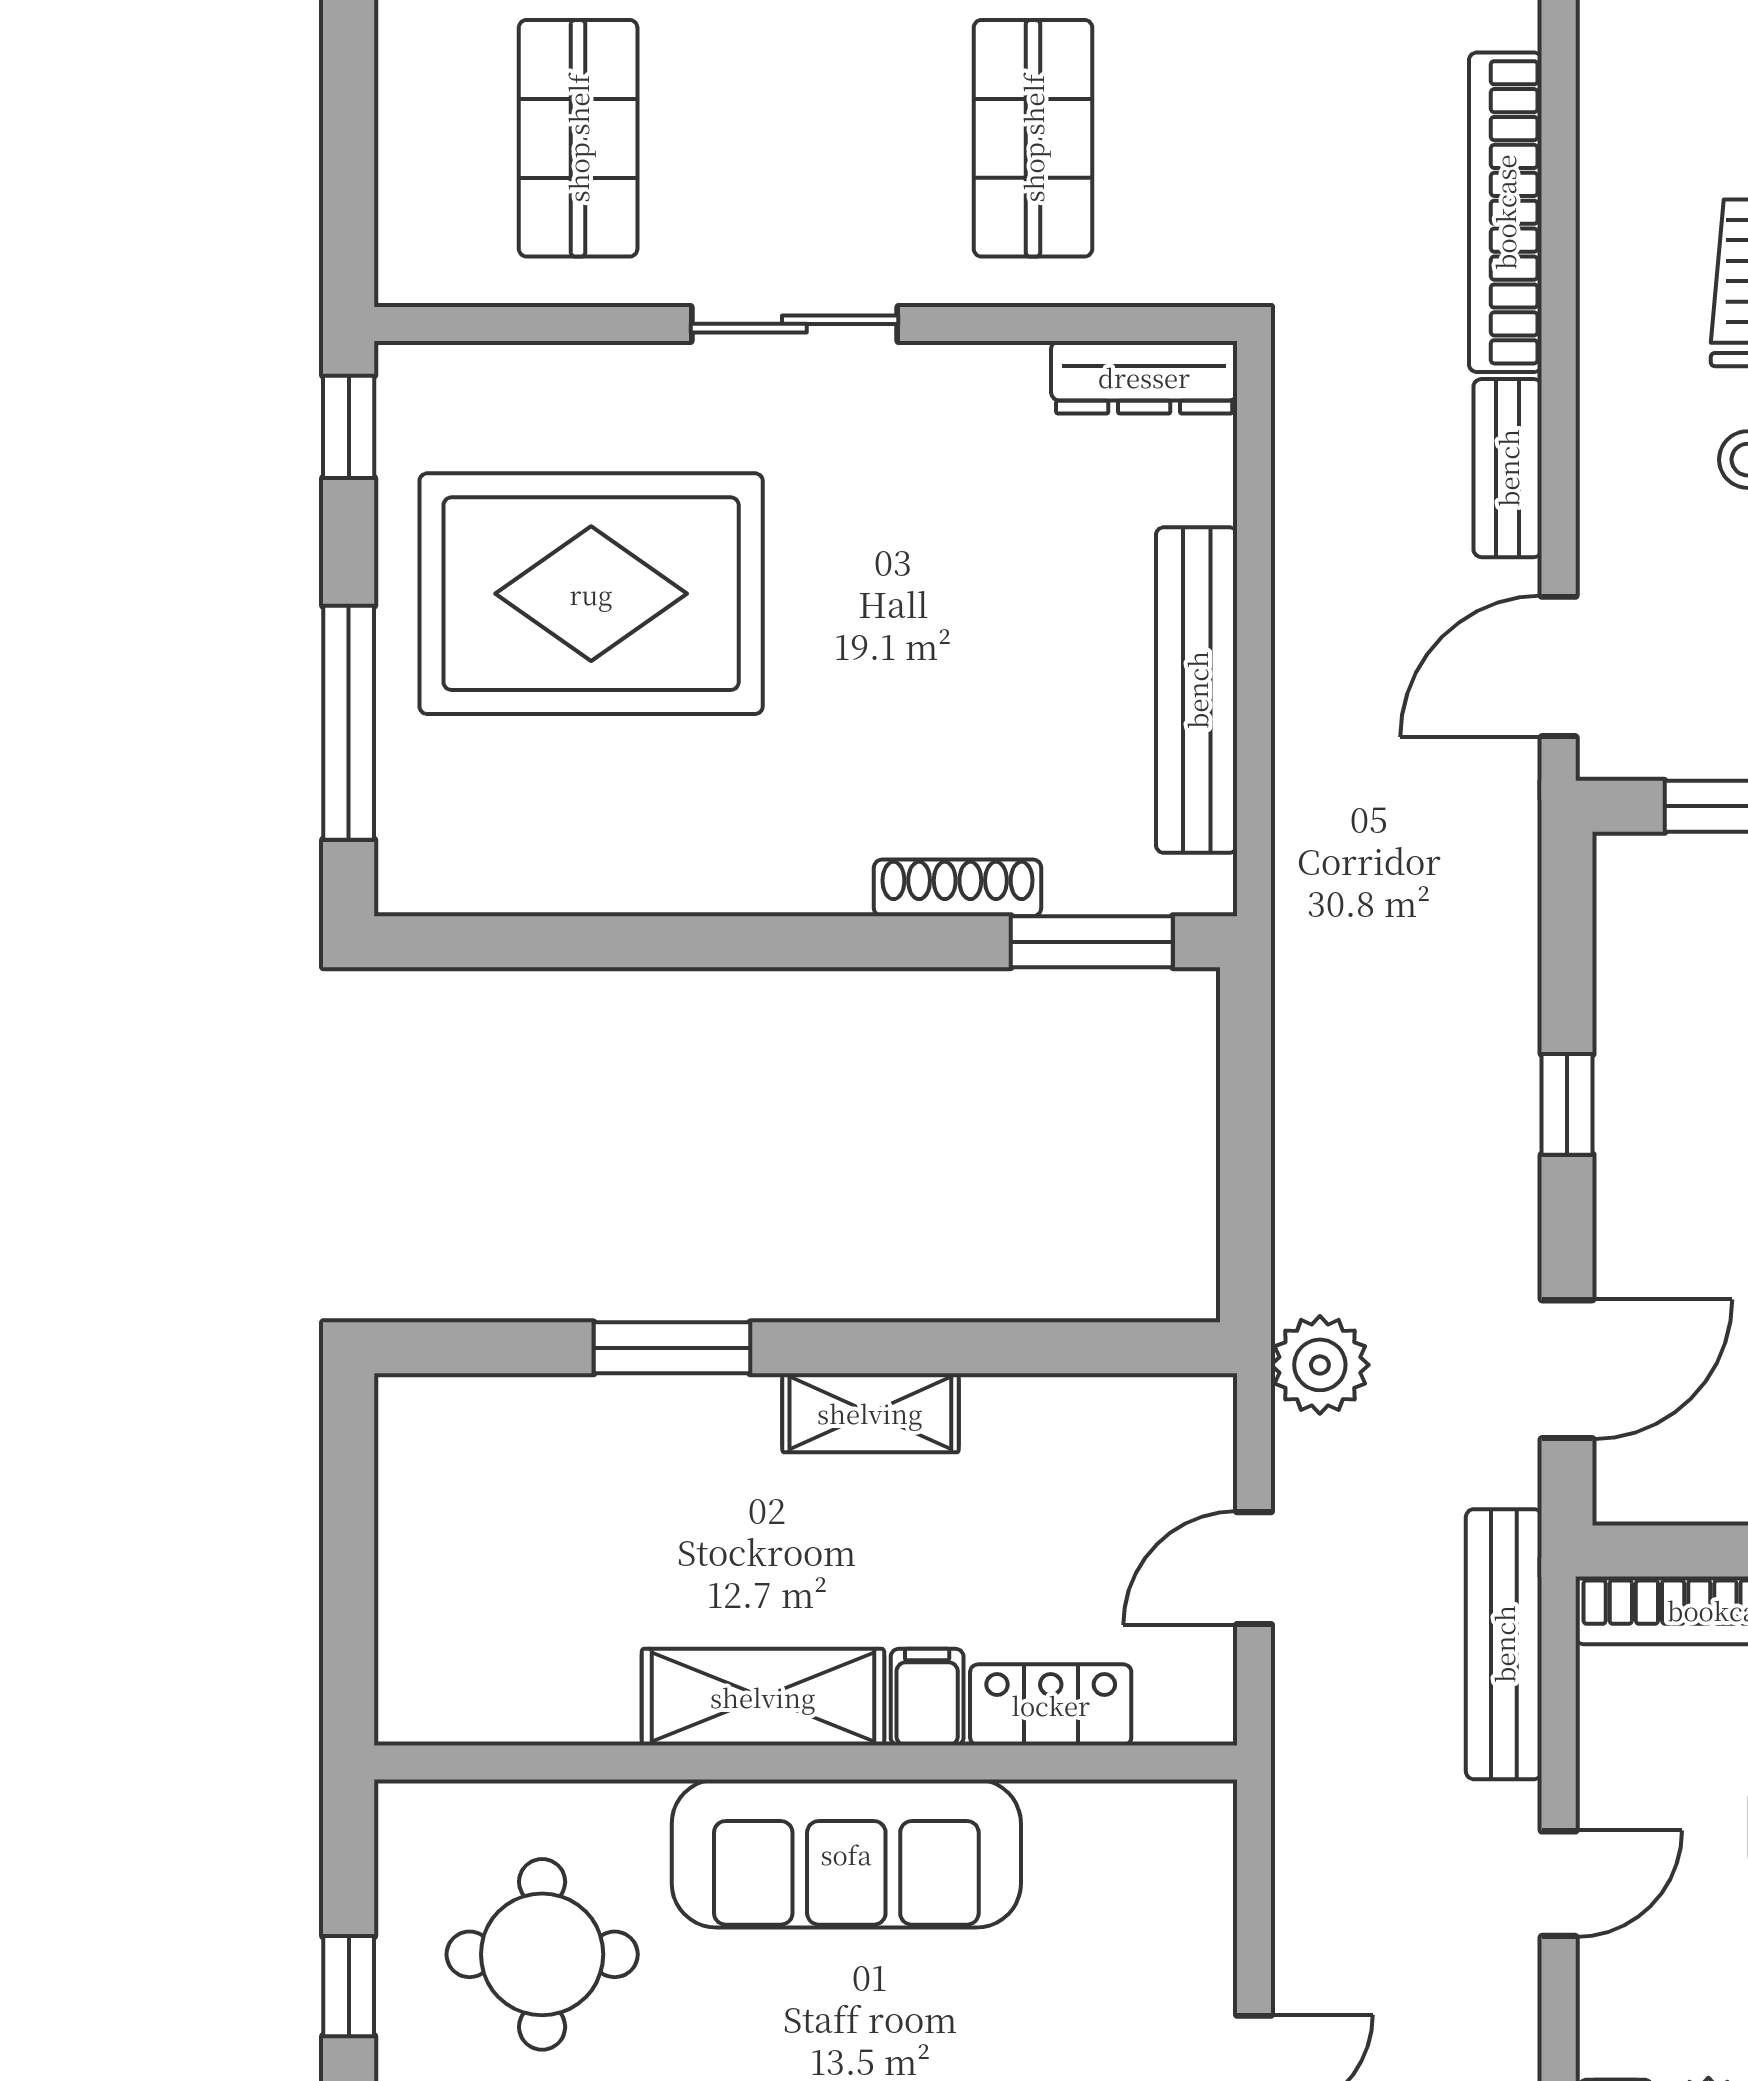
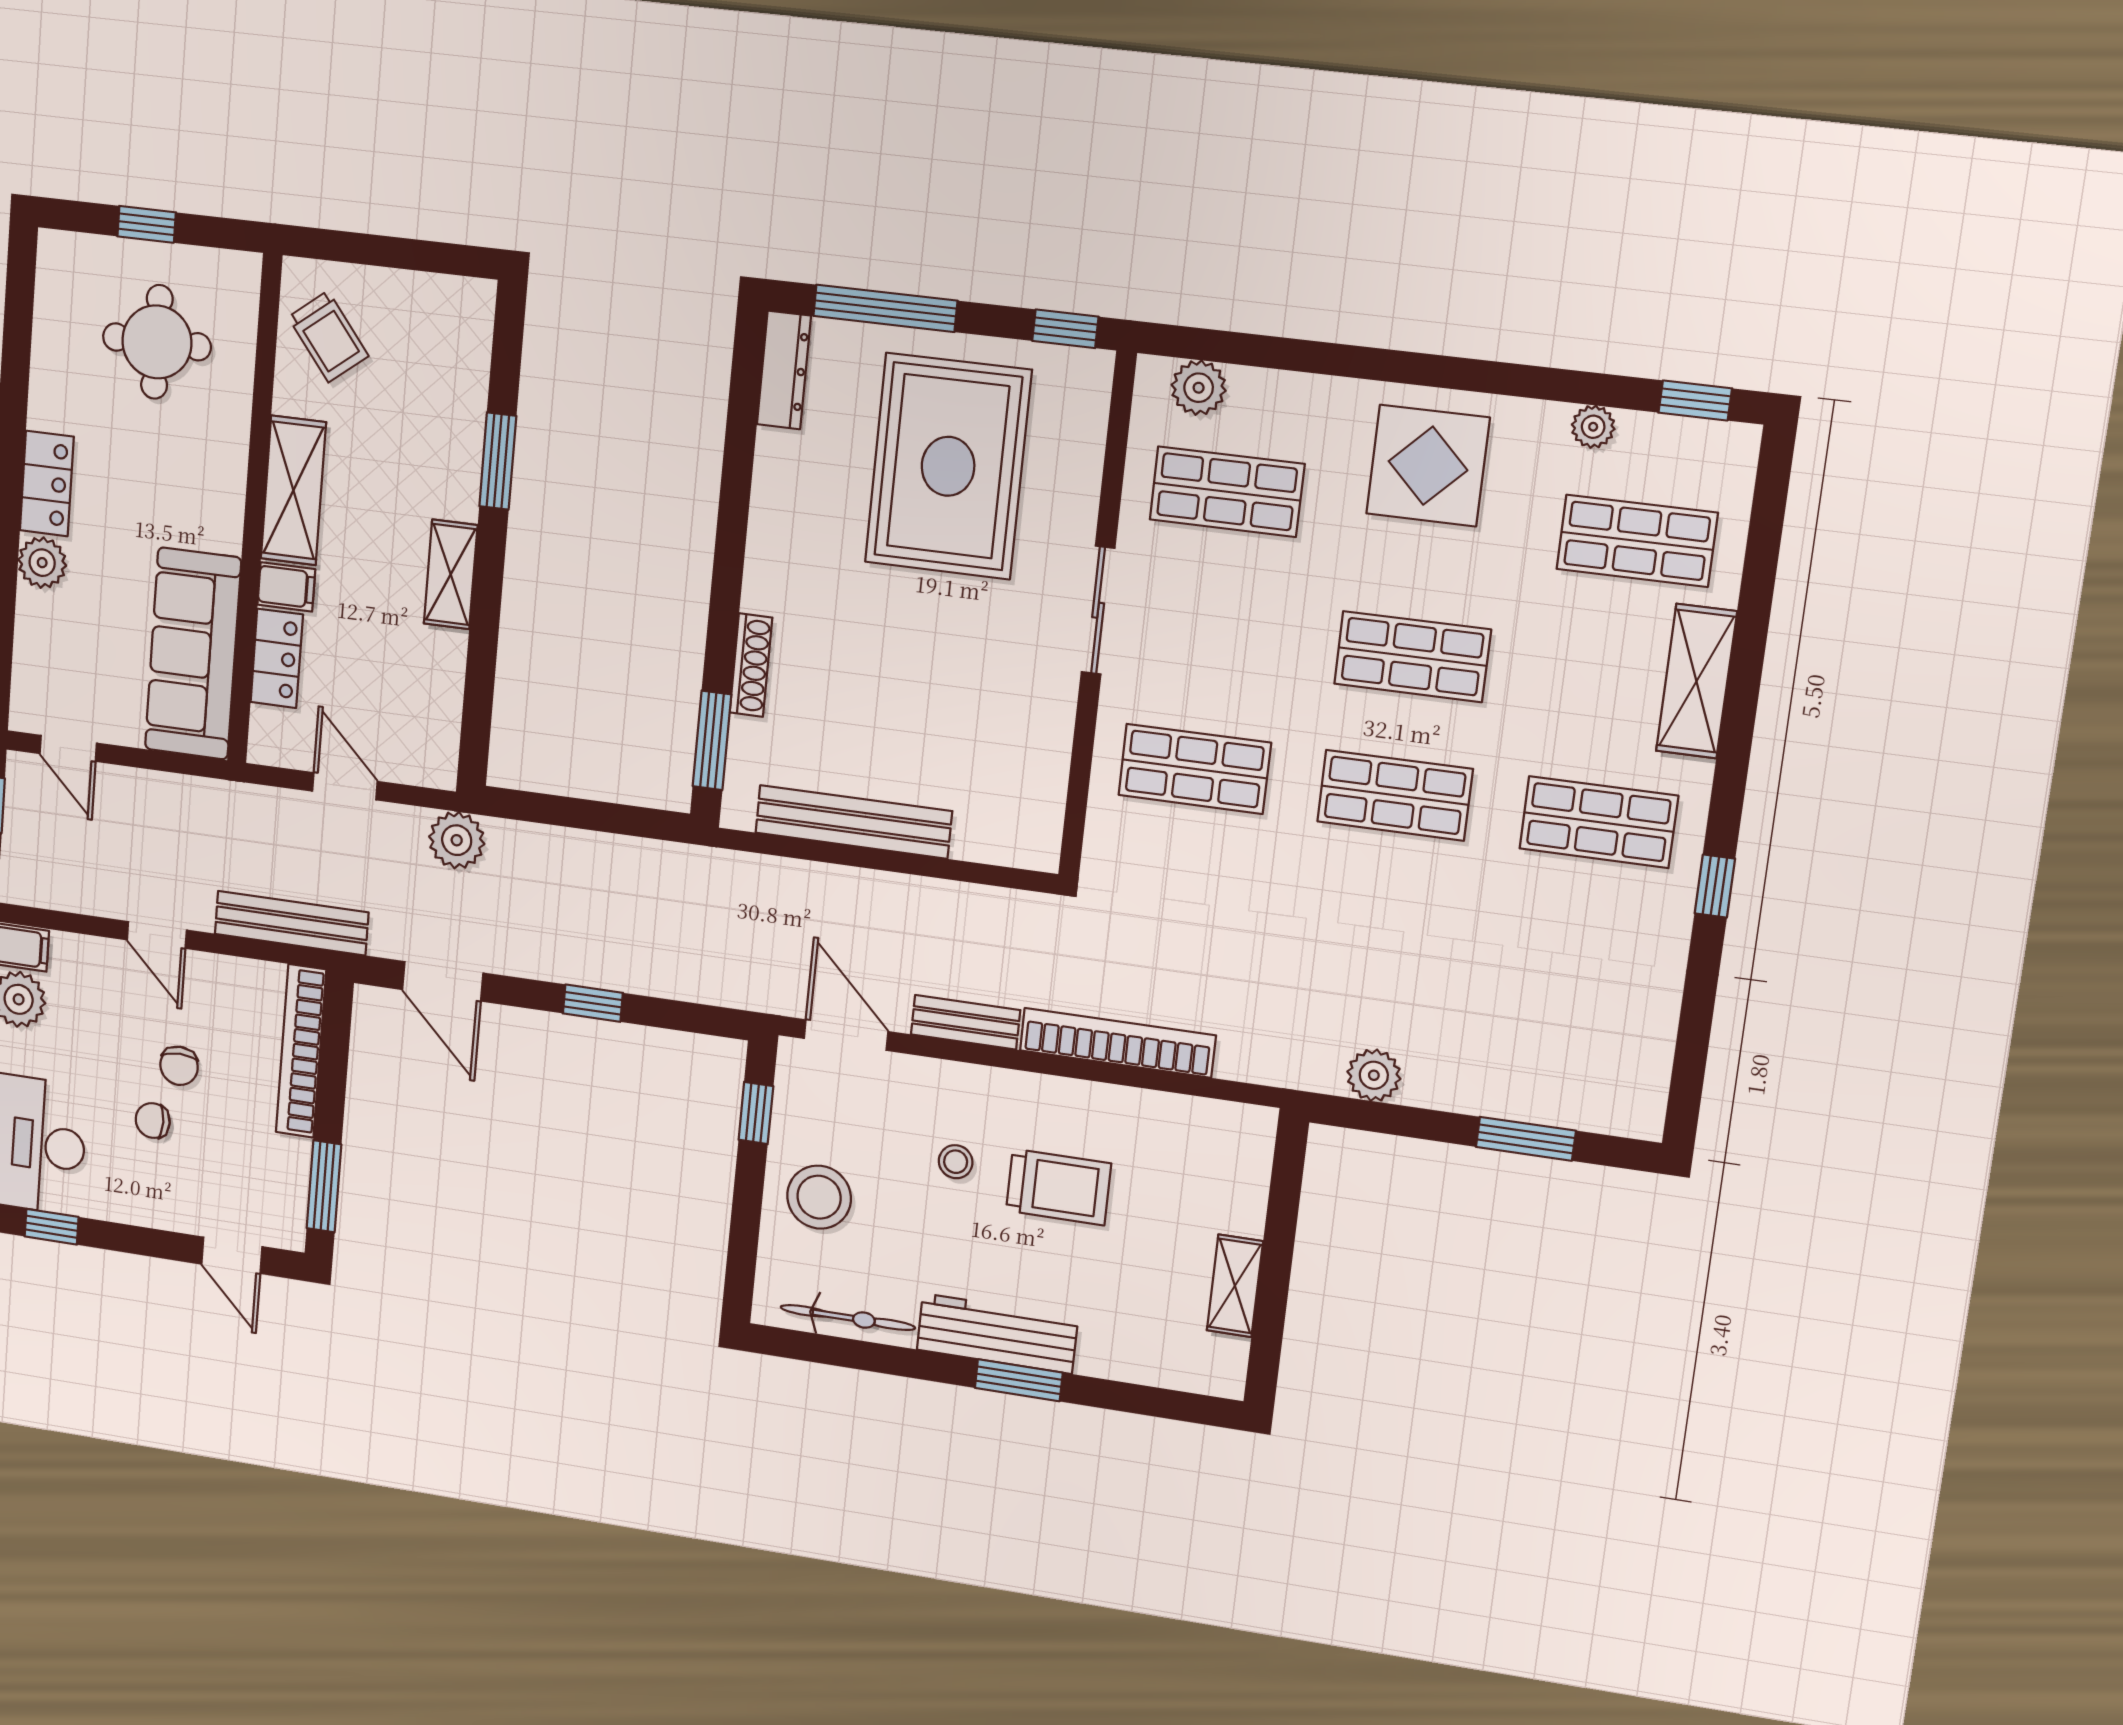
plant: (418, 203) -> (1199, 388), added
dresser: (1144, 377) -> (784, 370), moved, turned 180
trolley: (500, 1656) -> (328, 337), added
sofa: (846, 1854) -> (193, 654), moved

